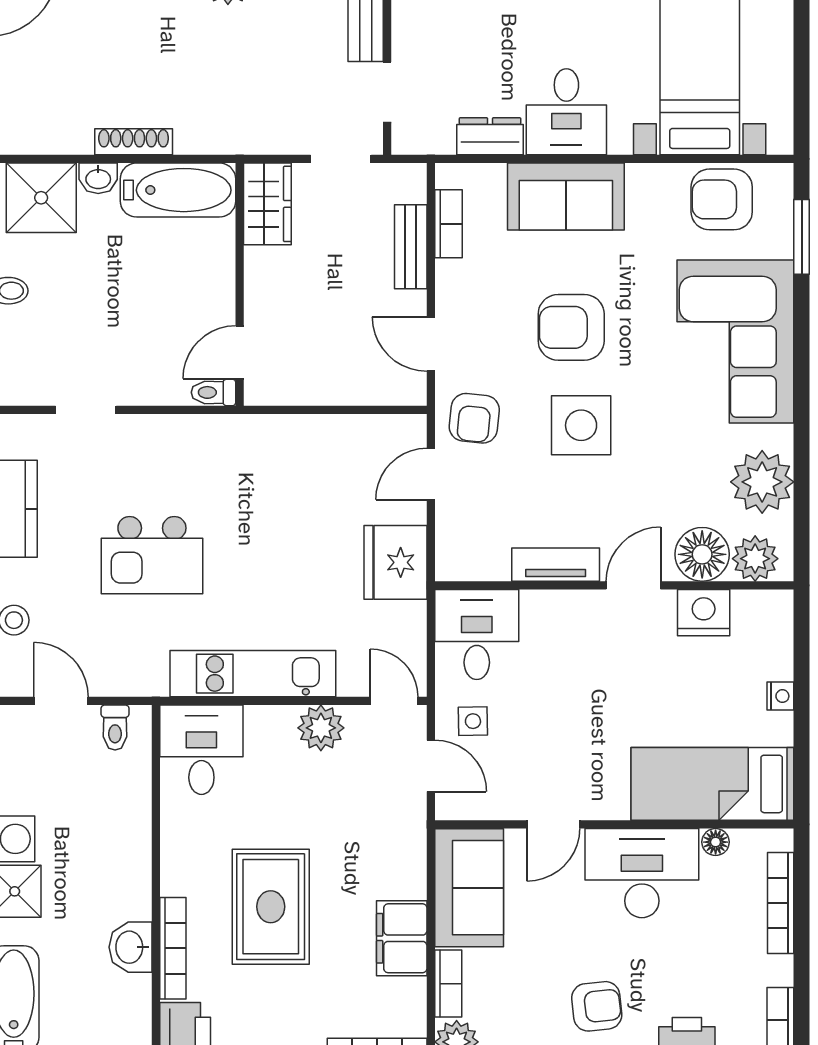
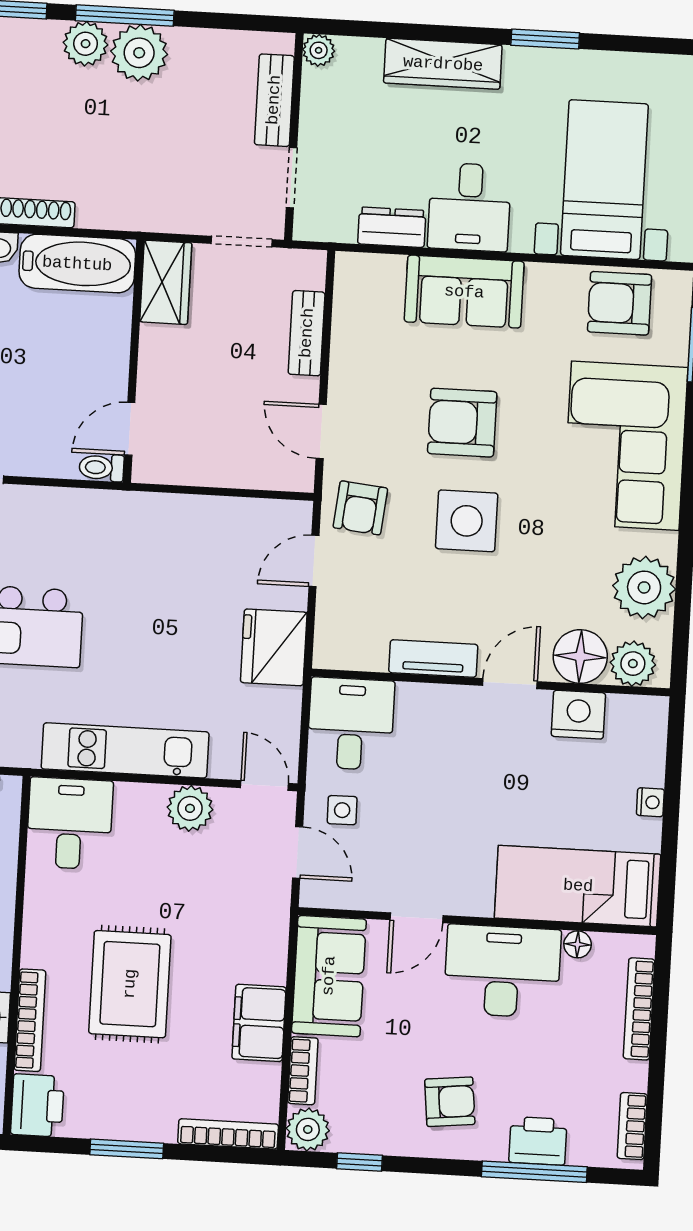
bookcase: (449, 224) -> (345, 312), removed

